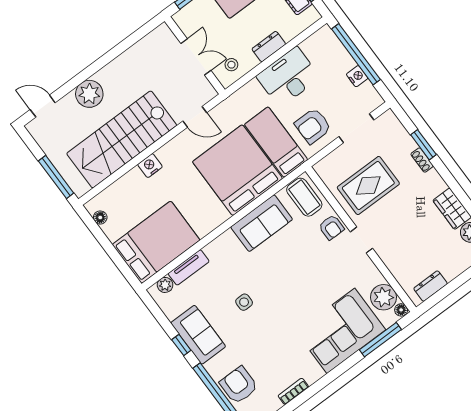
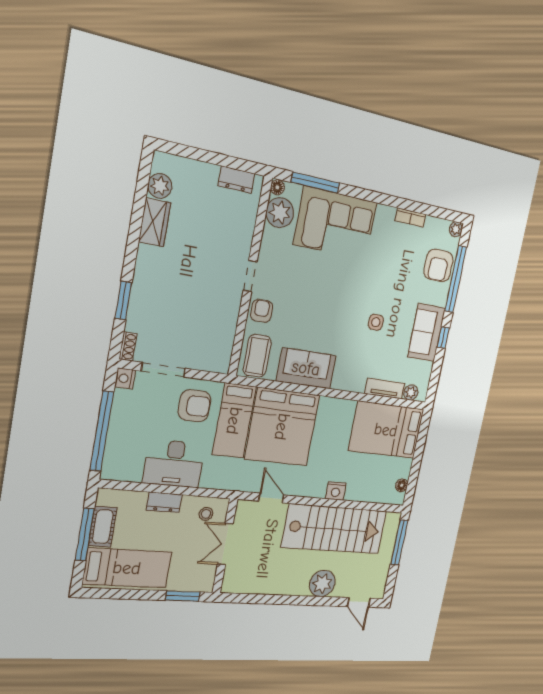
nightstand: (357, 76) -> (125, 378), moved
shoe rack: (422, 160) -> (128, 346), moved
rug: (368, 185) -> (201, 314), removed

